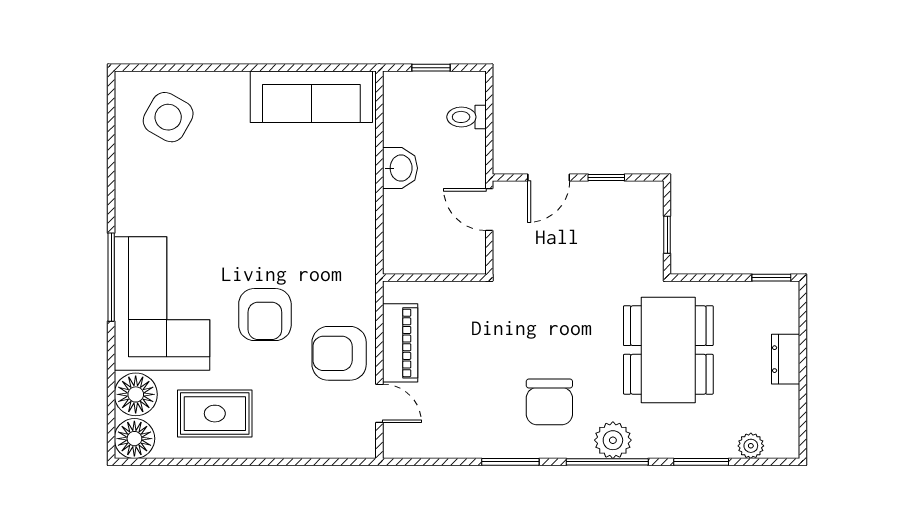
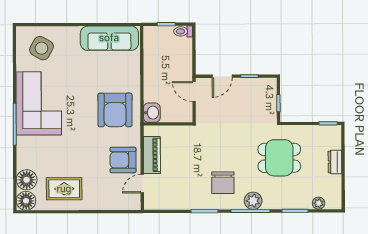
toilet: (466, 117) -> (183, 31), moved
washbasin: (400, 168) -> (152, 113), moved
corner sofa: (162, 304) -> (39, 103), moved
armchair: (265, 315) -> (115, 110), moved, width x1.36, depth x1.36
dining table: (668, 350) -> (279, 158), width x0.73
door: (379, 403) -> (142, 184), swing flipped

